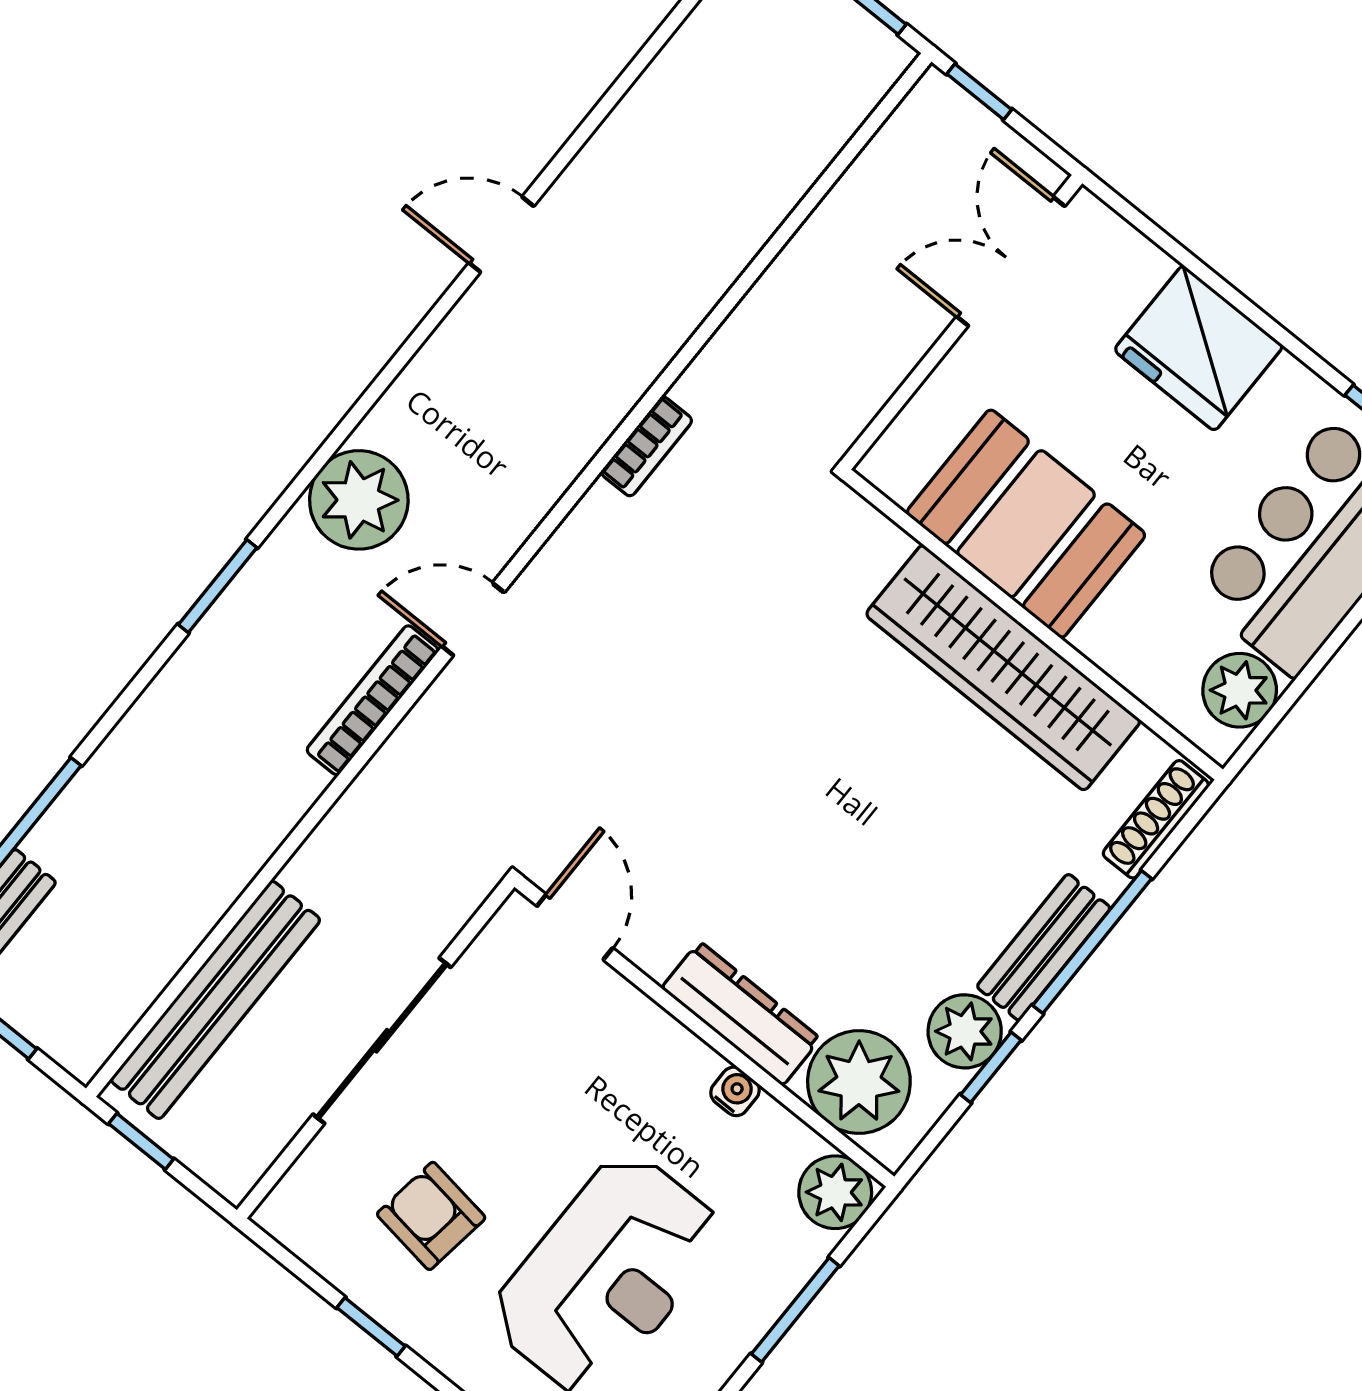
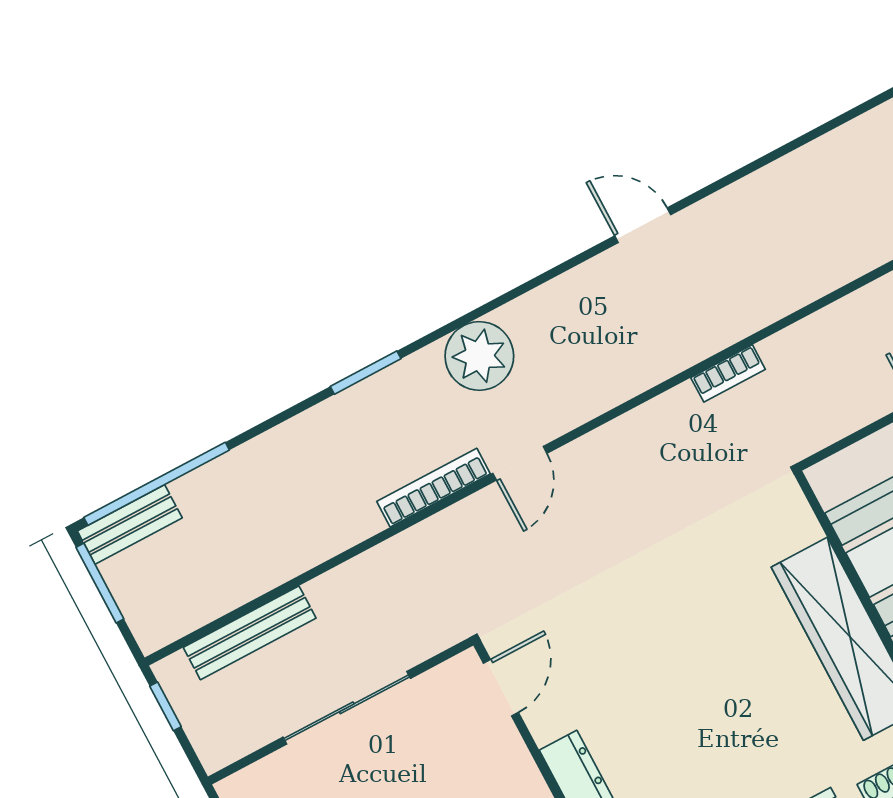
bookcase: (647, 446) -> (728, 373), moved
door: (473, 619) -> (520, 463), swing flipped
bench: (215, 1000) -> (250, 633), width x0.73, depth x0.82

